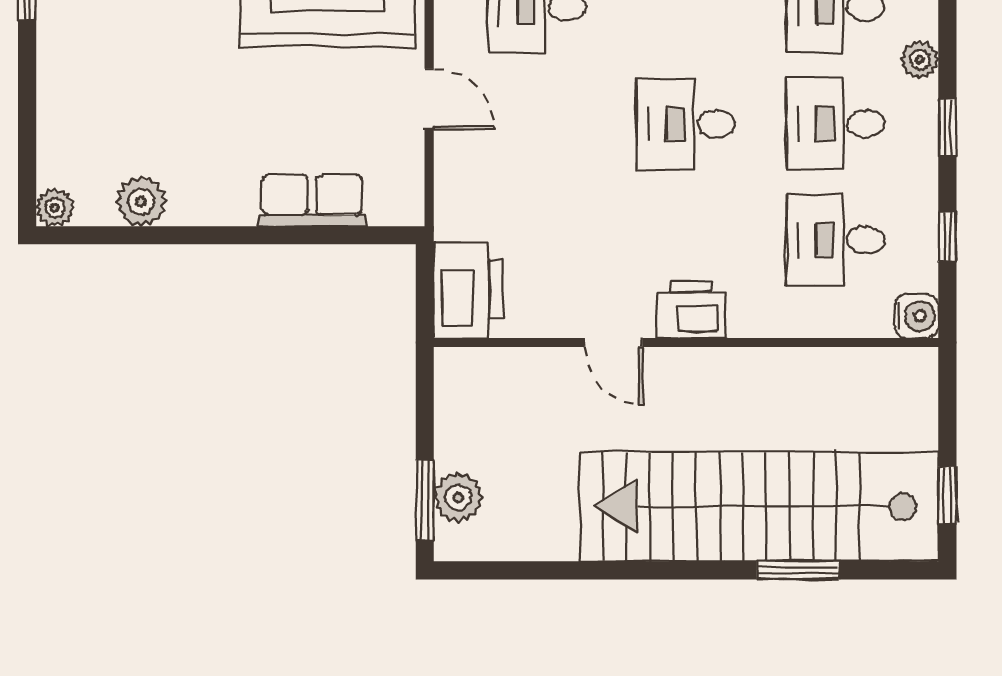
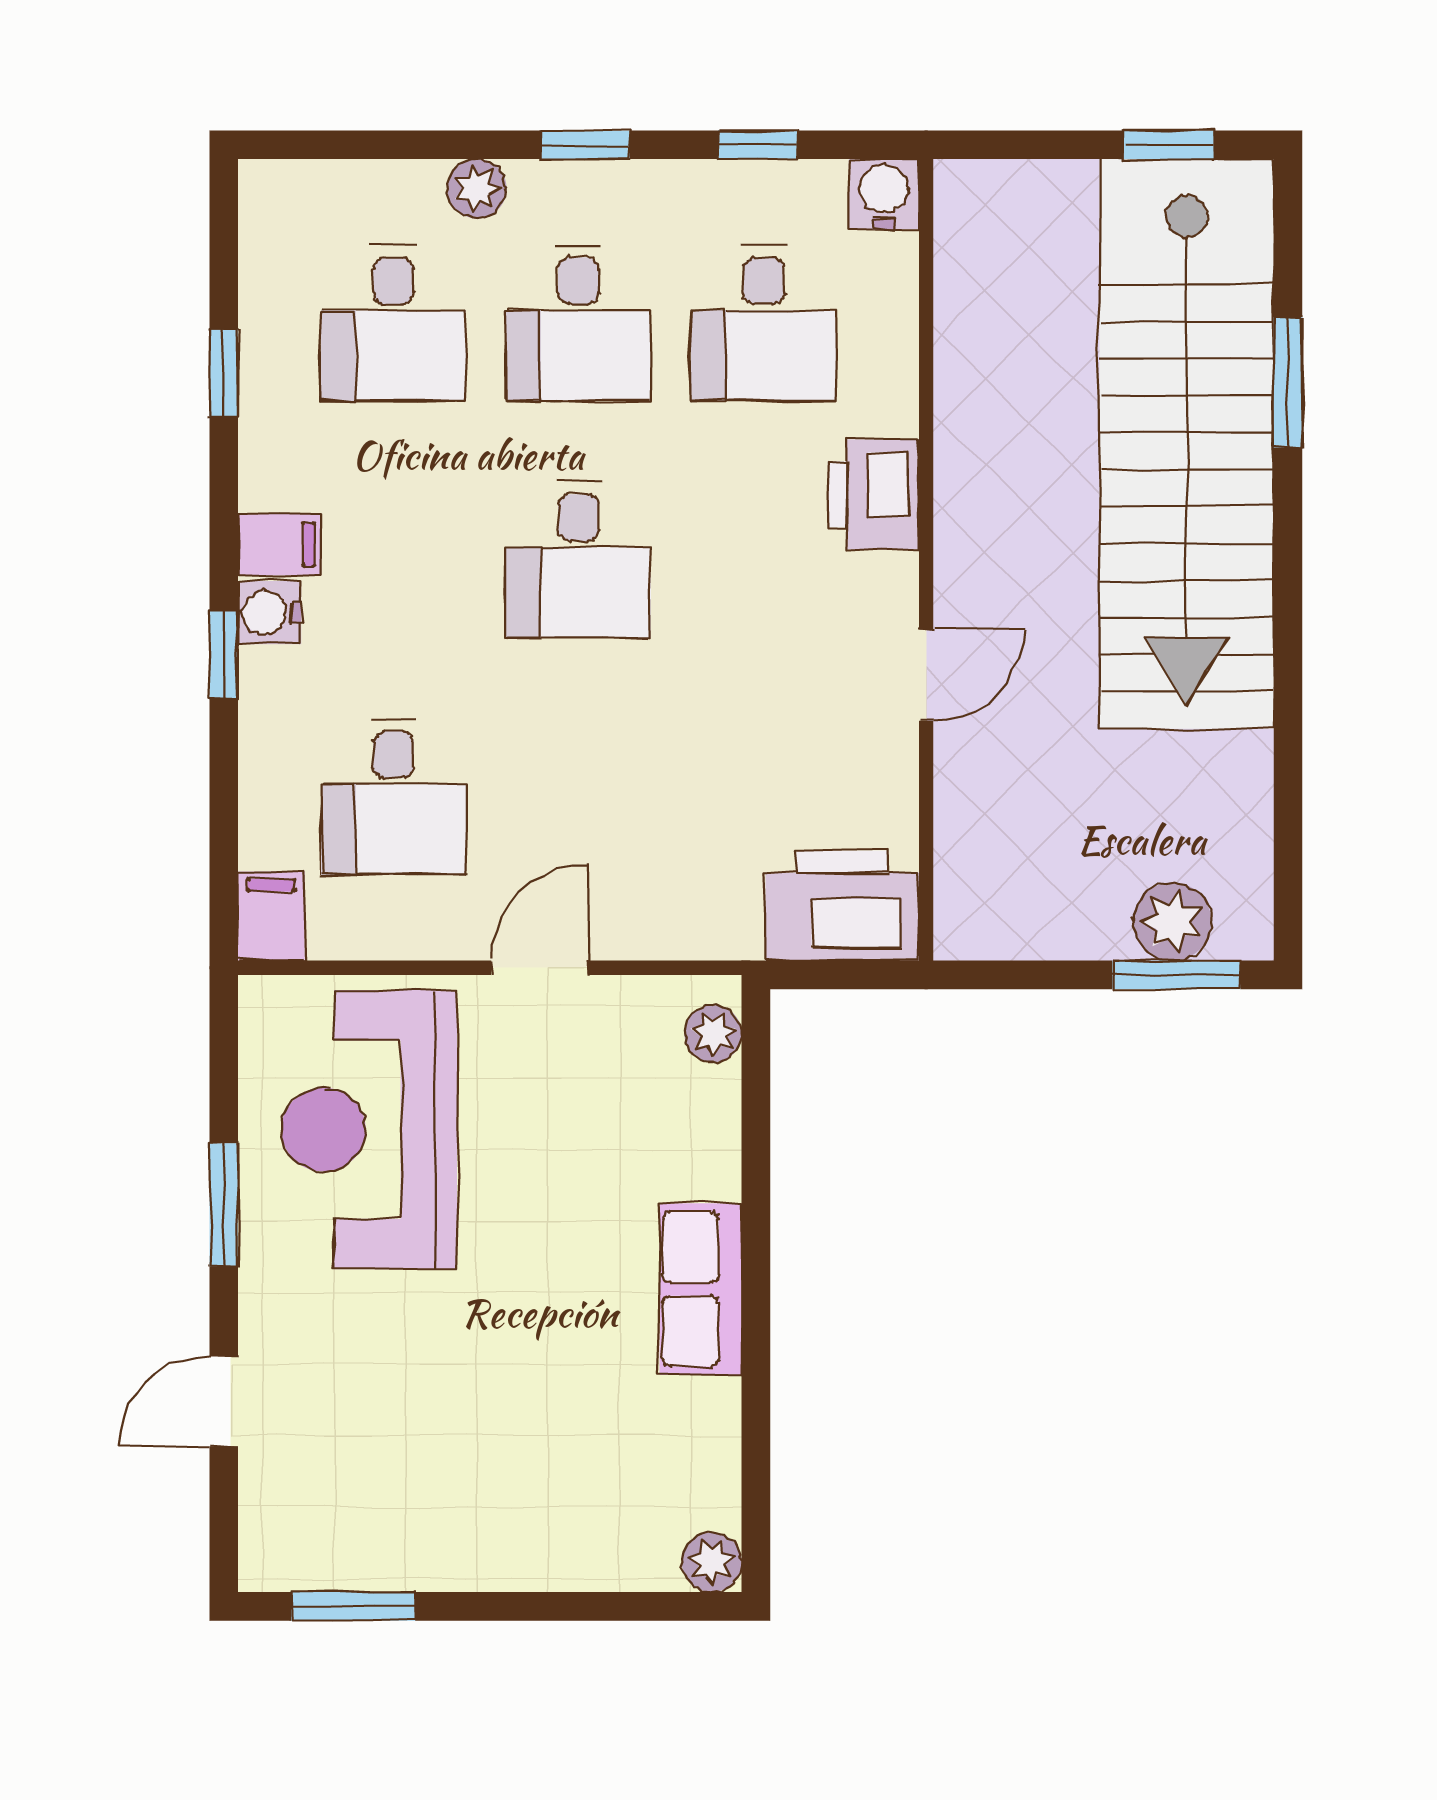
row of seats: (312, 201) -> (701, 1289), moved
plant: (141, 202) -> (713, 1034), moved, width x0.73, depth x0.73
printer: (691, 309) -> (873, 494), moved

